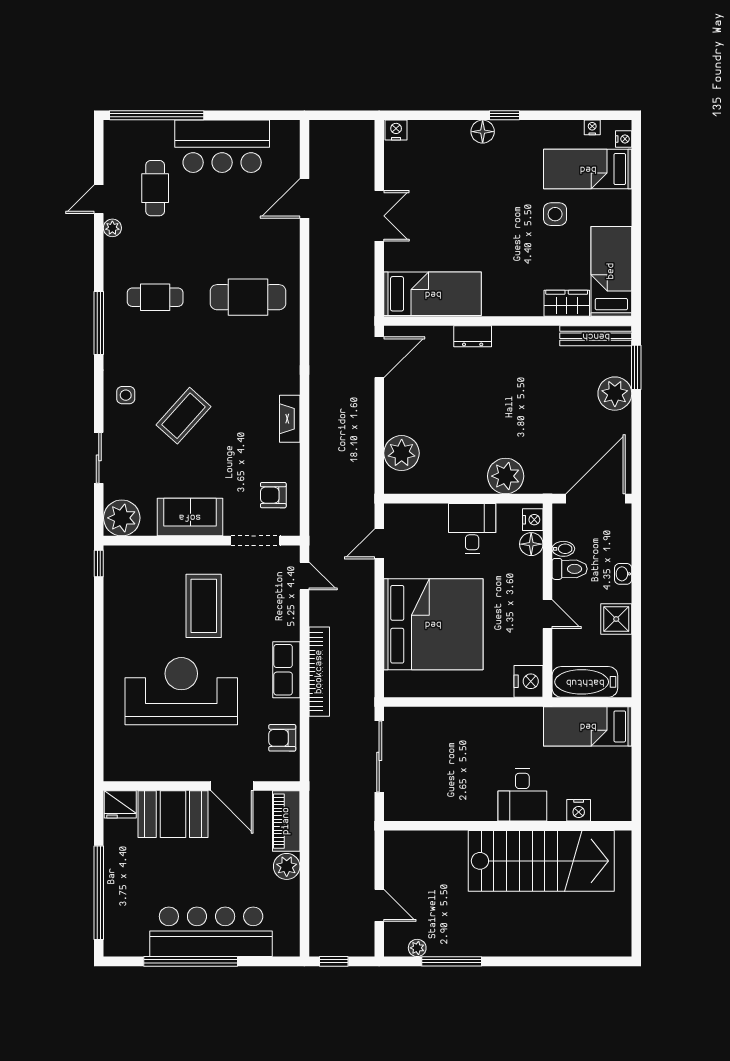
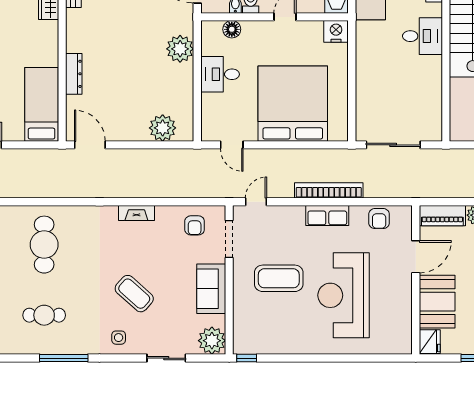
cafe table: (155, 297) -> (44, 315), turned 90
dresser: (473, 336) -> (74, 74), width x1.44
nightstand: (533, 520) -> (213, 28), removed

